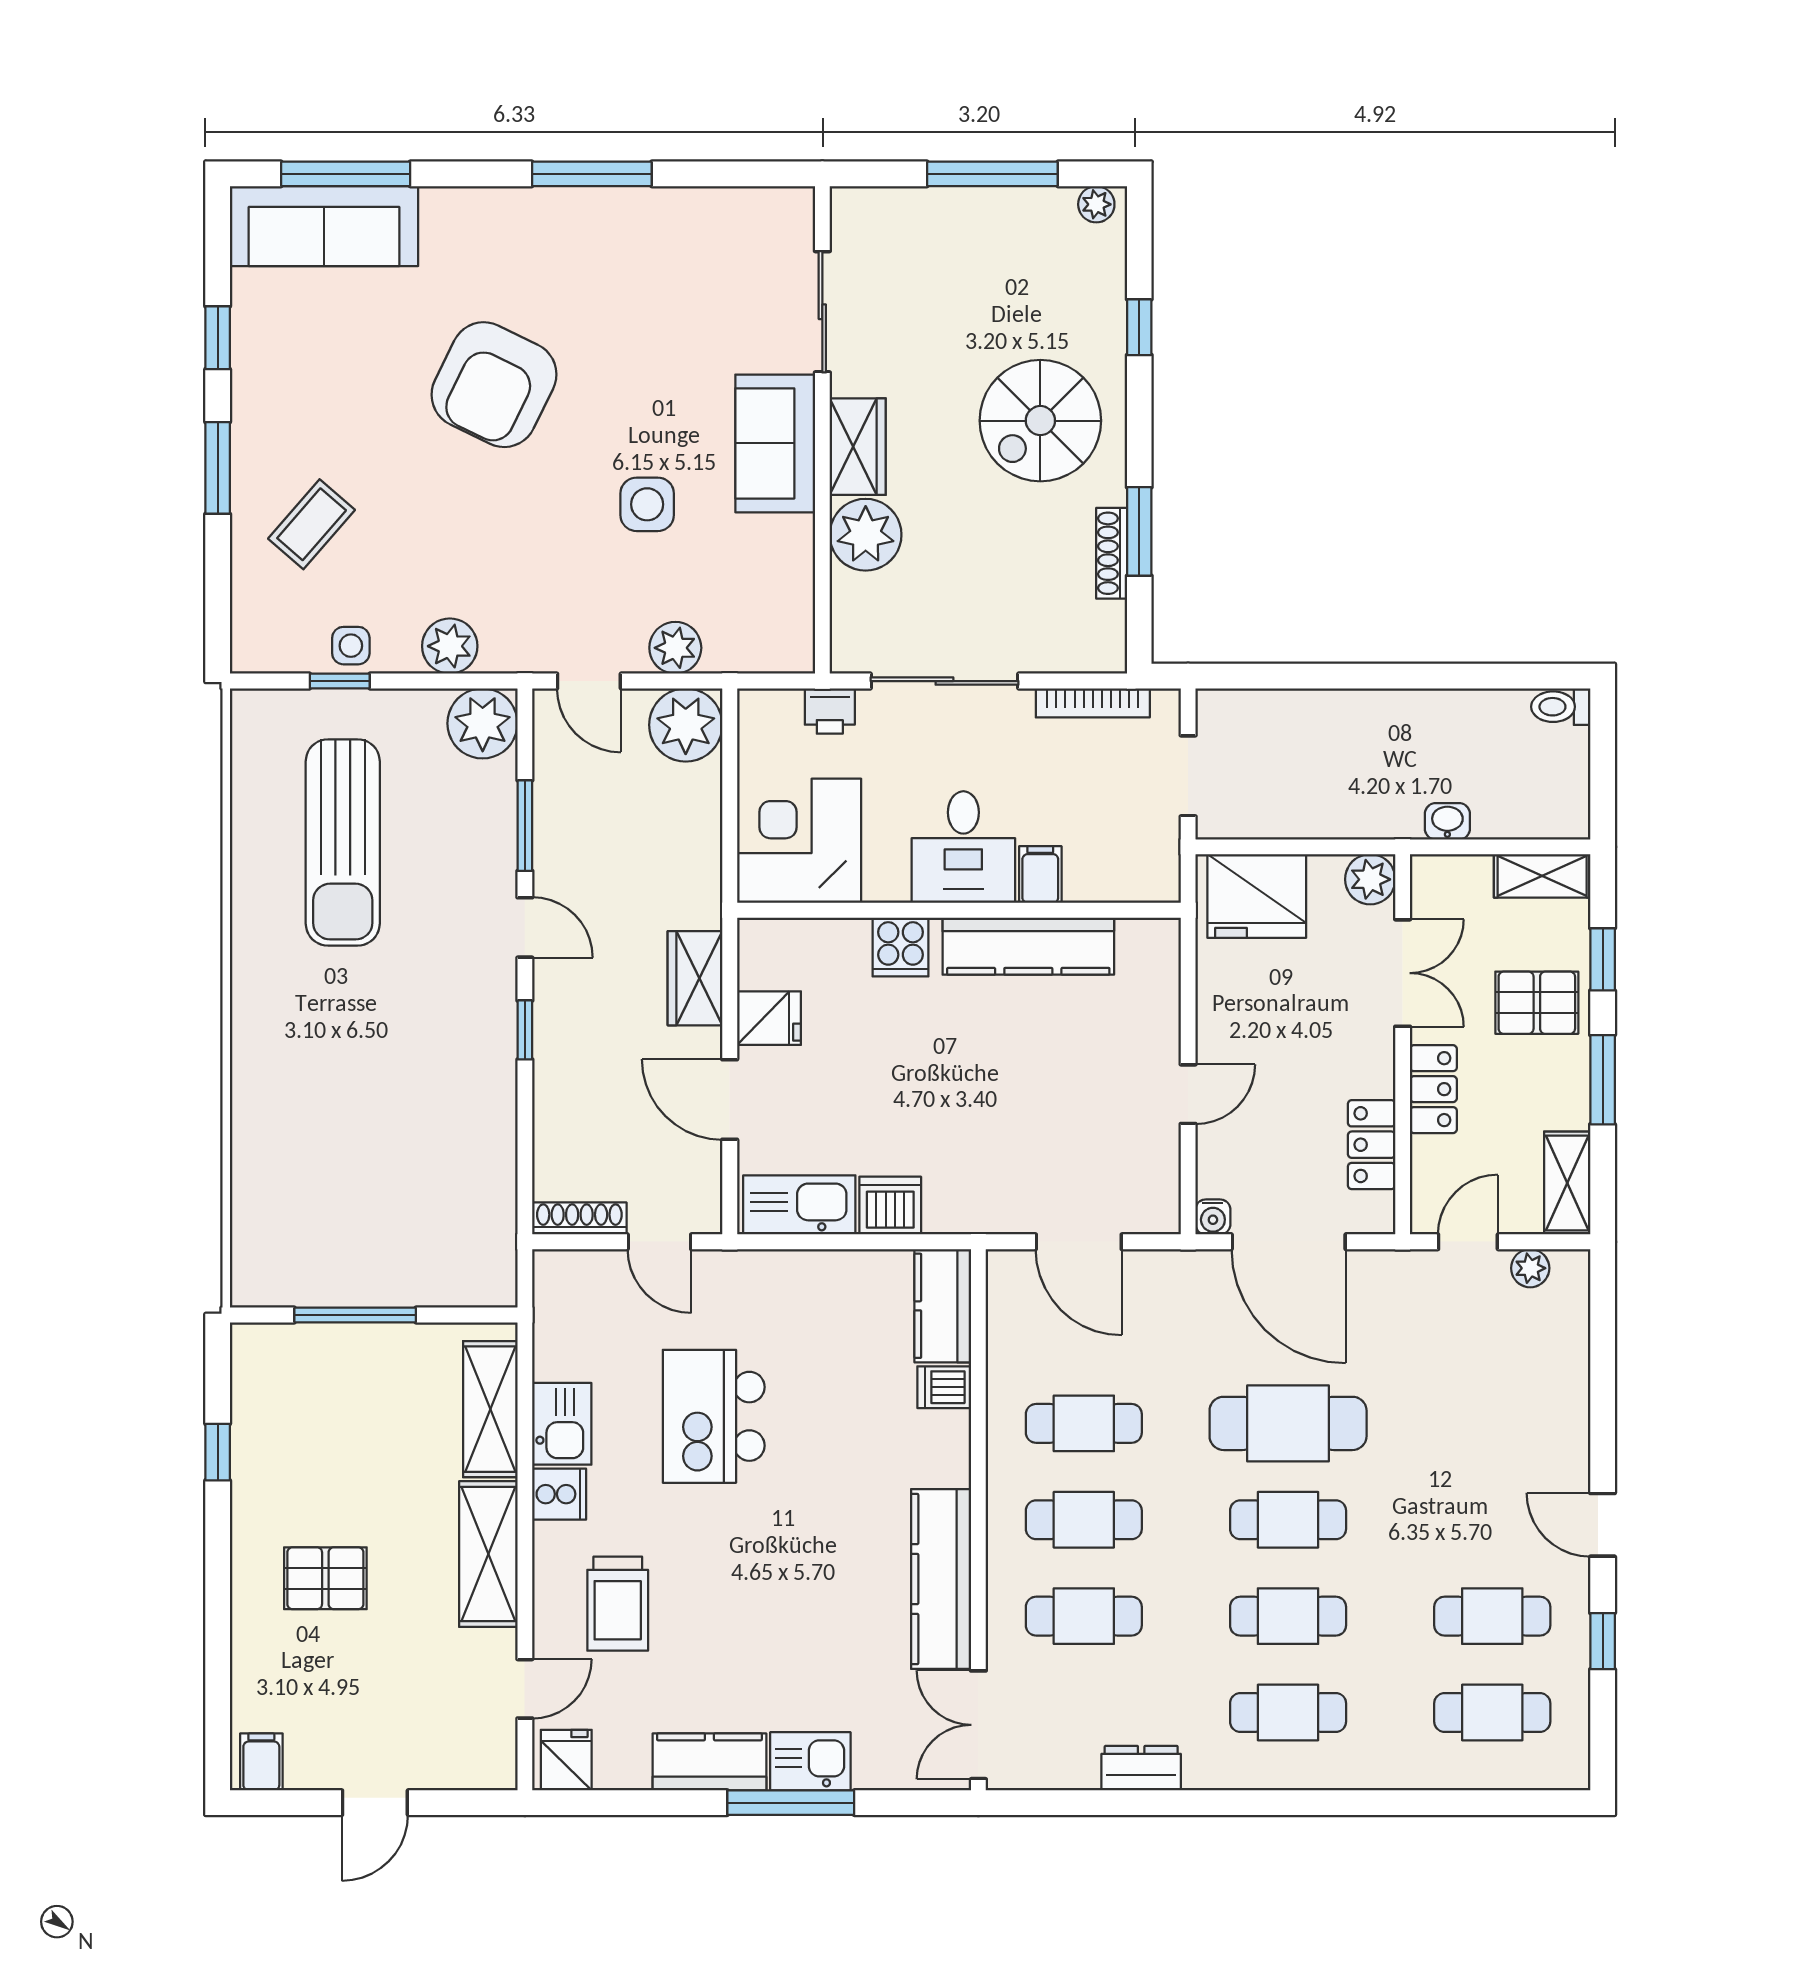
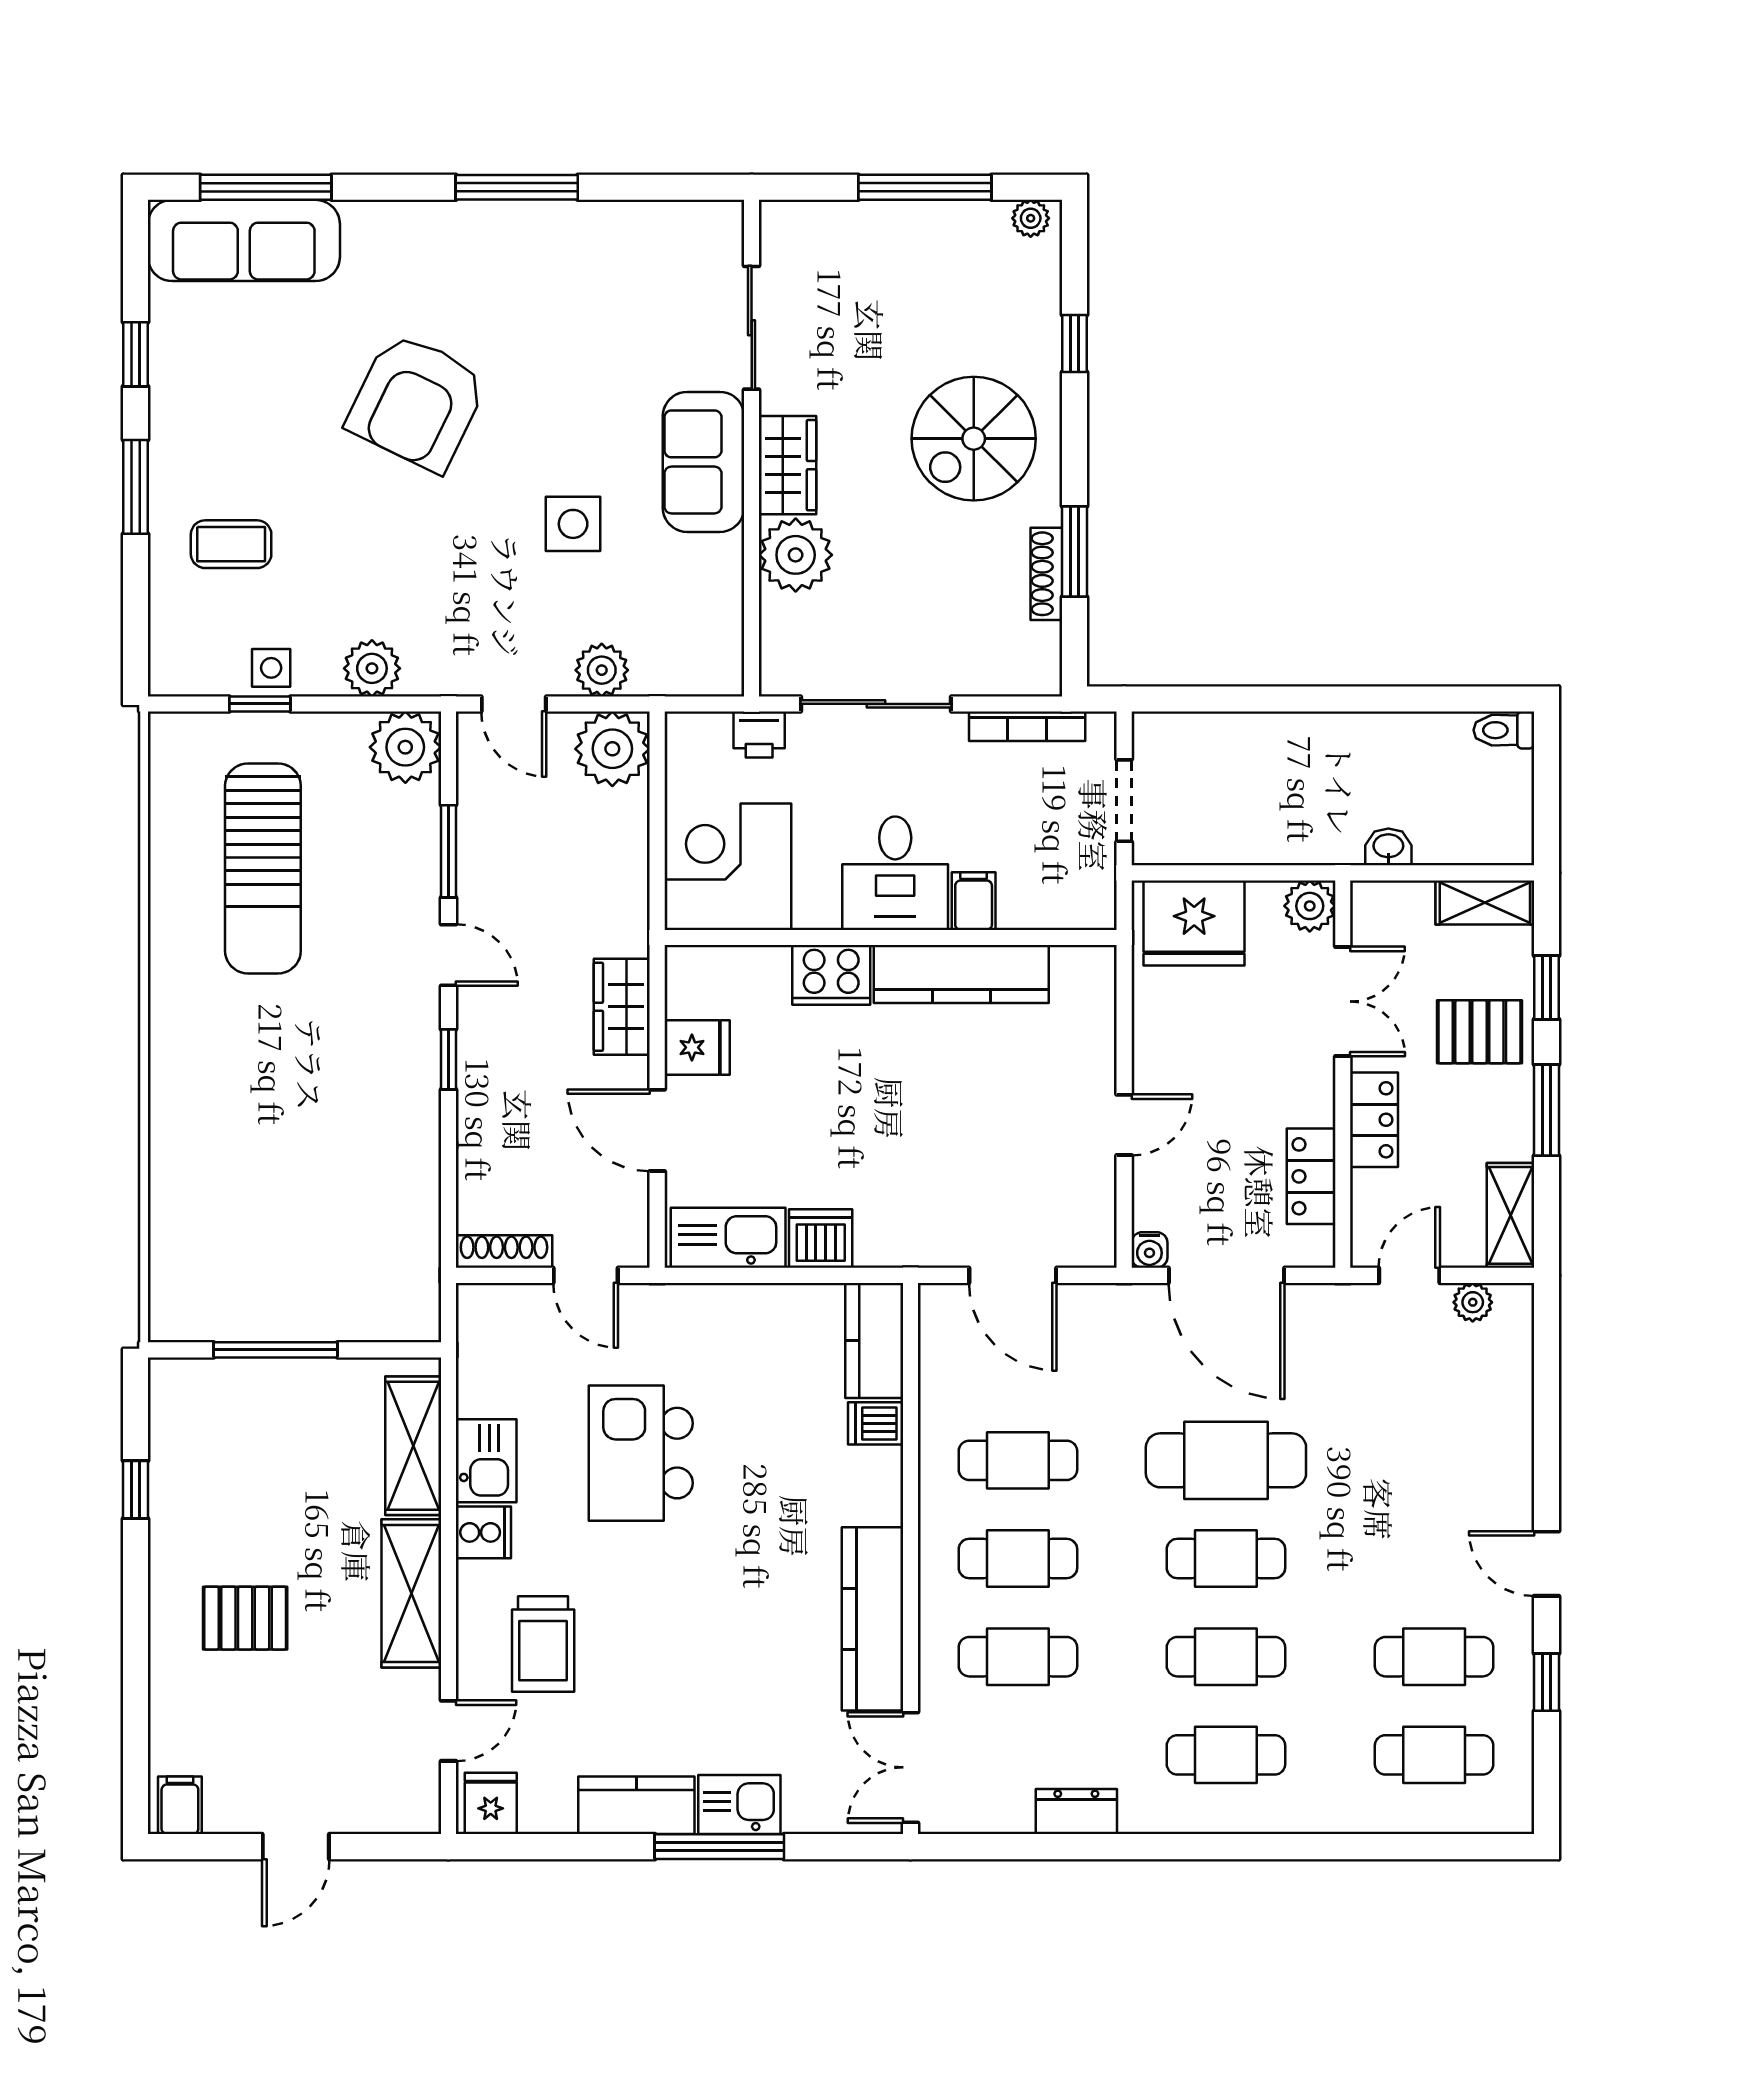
coffee table: (312, 524) -> (231, 544), turned 49
cooker: (901, 947) -> (831, 975), width x1.36

